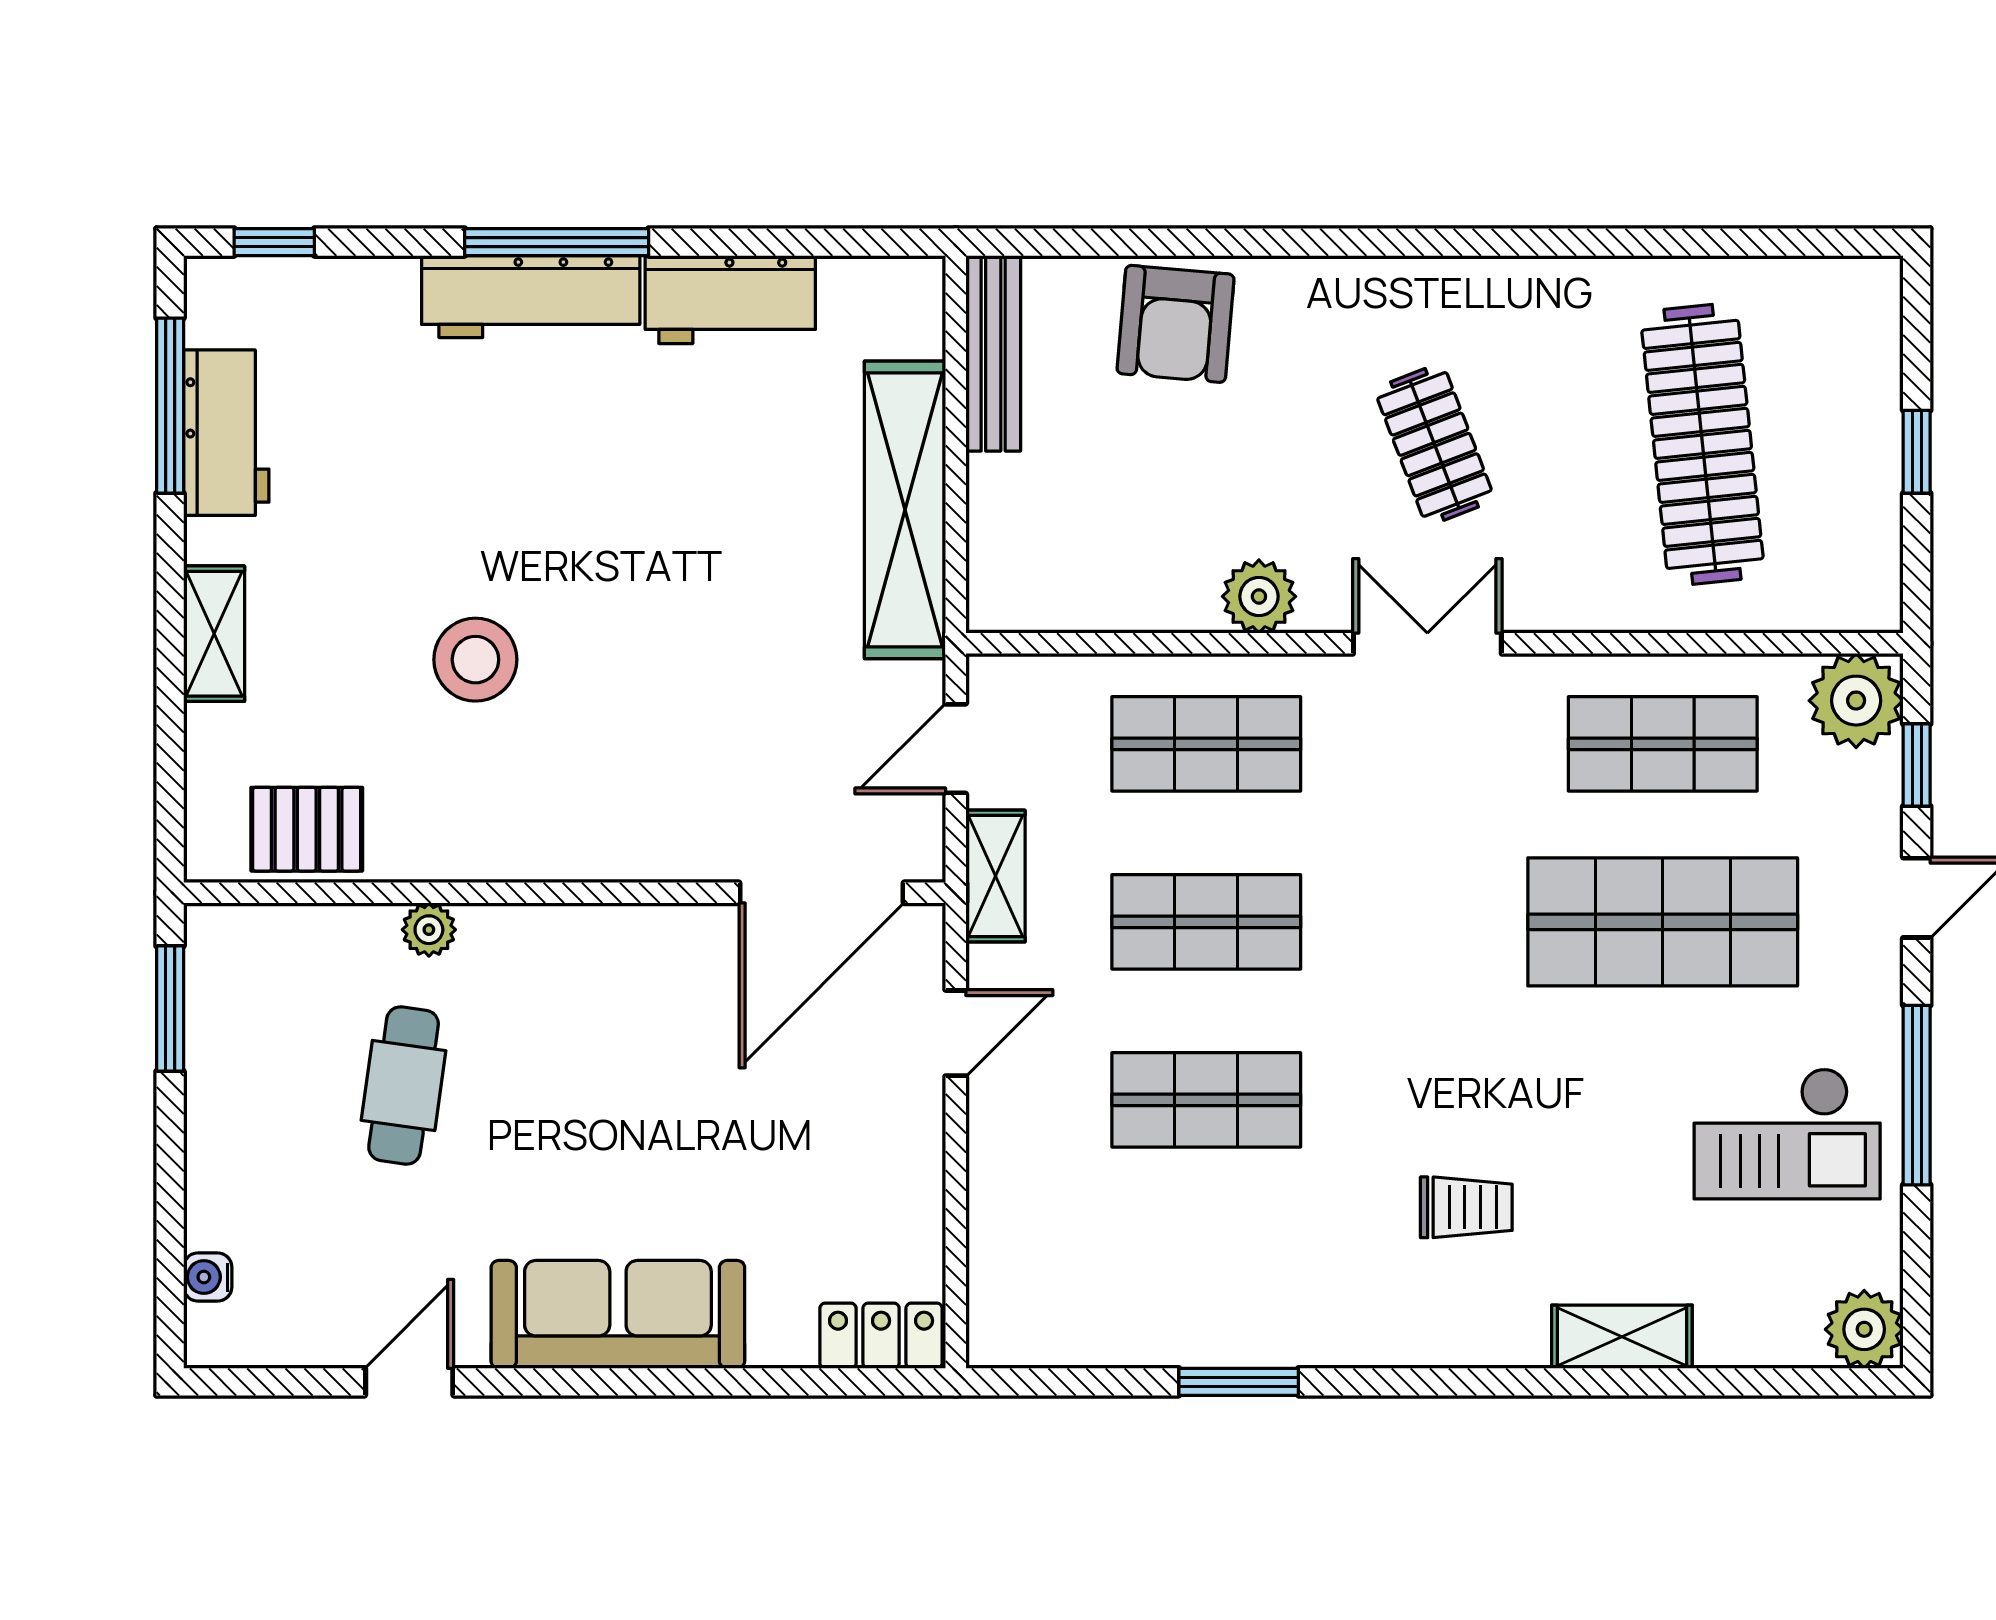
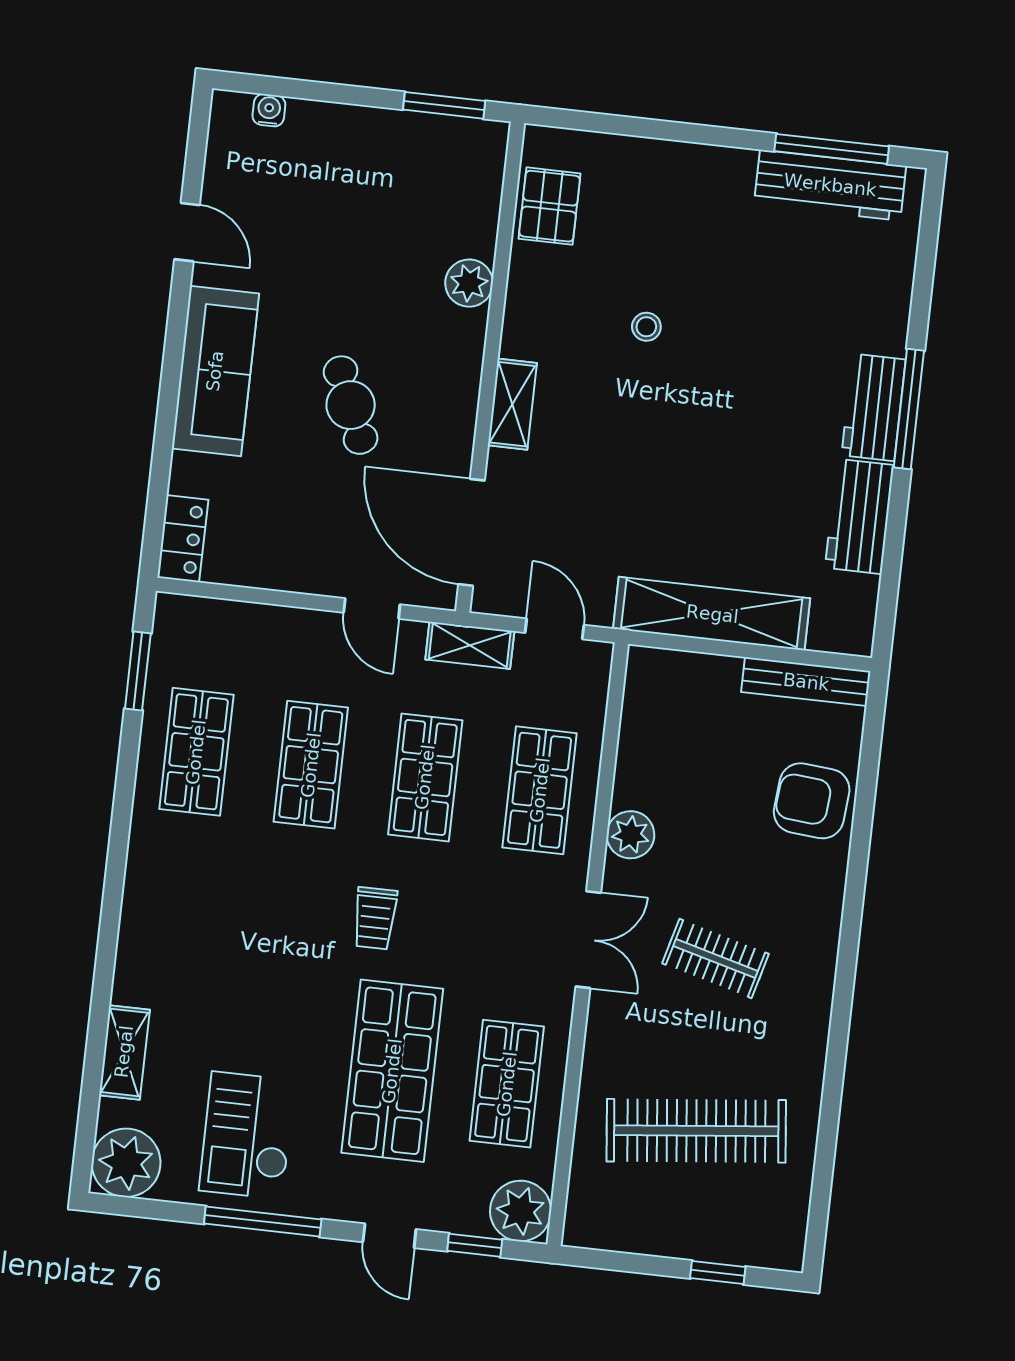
window: (274, 242) -> (929, 228), removed
workbench: (531, 297) -> (874, 408), width x0.73
workbench: (226, 433) -> (830, 185), width x1.38
clothes rail: (1434, 444) -> (716, 959), turned 36
window: (1917, 452) -> (718, 1273), moved
shelving: (214, 634) -> (512, 404), moved, turned 90
stool: (475, 660) -> (646, 327), width x0.53, depth x0.53
plant: (429, 930) -> (469, 283), width x1.38, depth x1.38
cafe table: (404, 1086) -> (351, 405), moved, turned 59
trolley: (1466, 1207) -> (375, 918), moved
shop shelf: (1206, 1278) -> (196, 752), added
plant: (1864, 1329) -> (126, 1163), width x1.36, depth x1.36
shelving: (1622, 1337) -> (124, 1052), moved
window: (1239, 1382) -> (138, 671), moved

